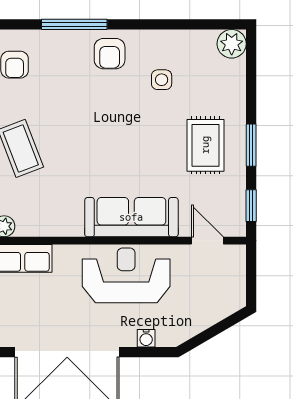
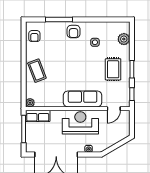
plant: (232, 44) -> (124, 39), moved
door: (207, 241) -> (114, 109), swing flipped

